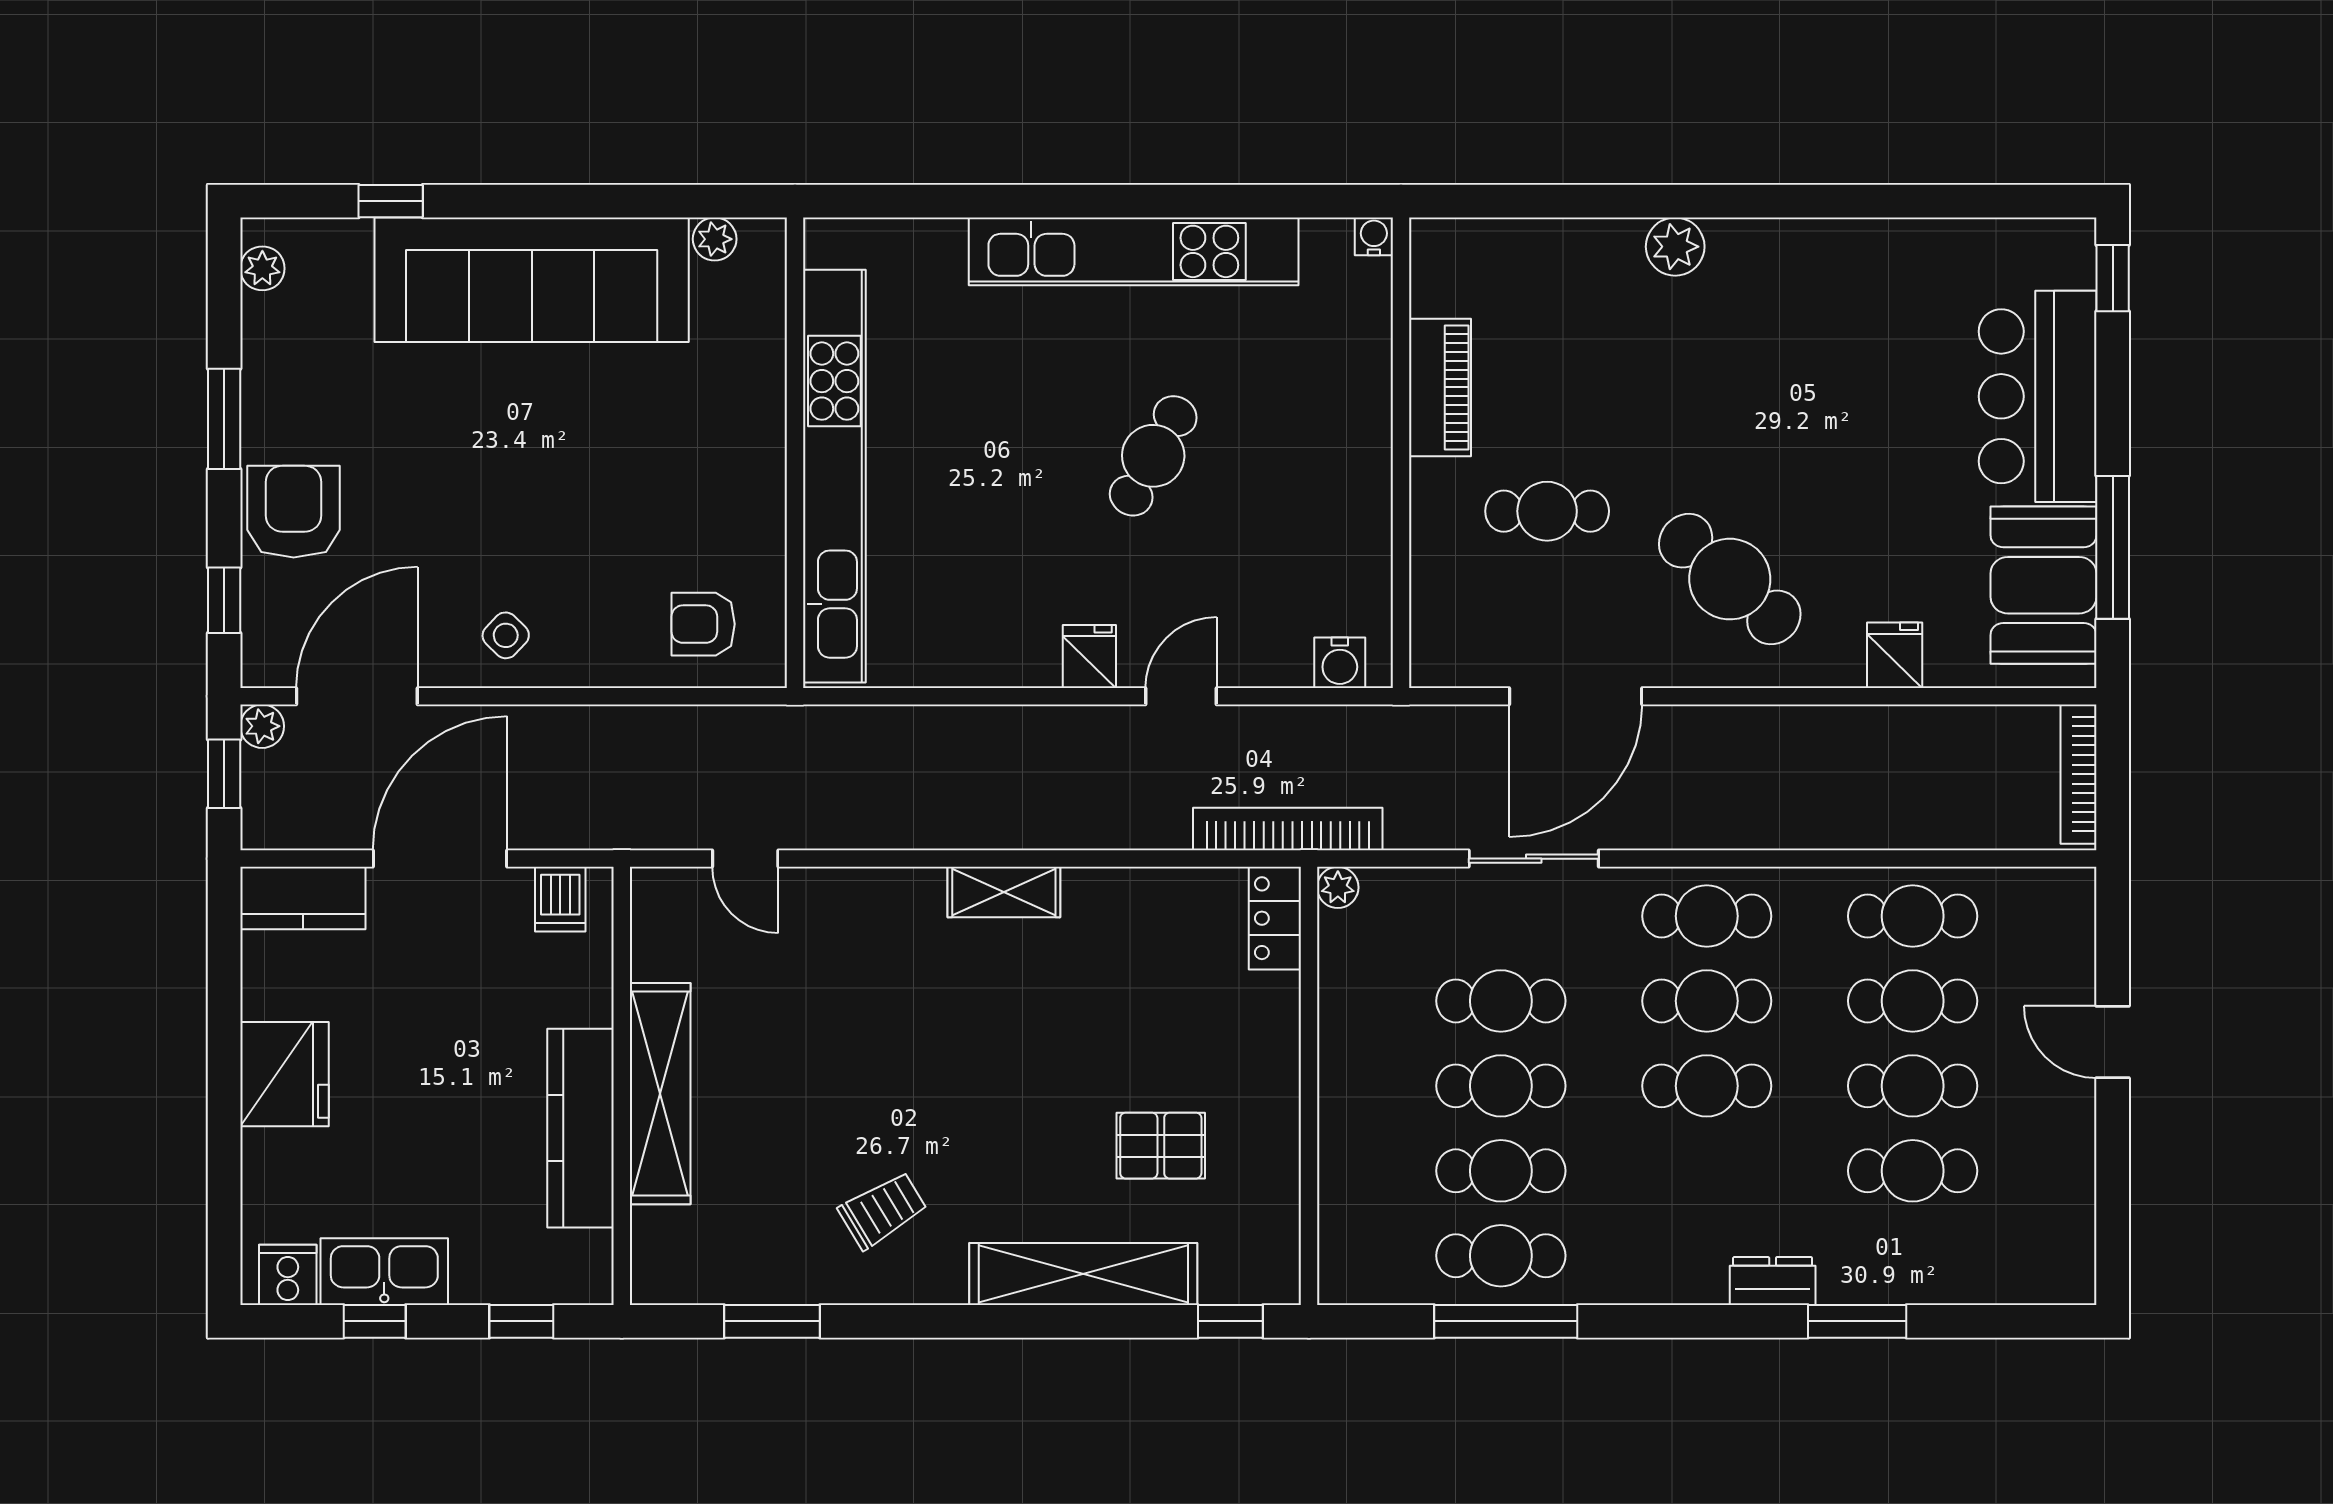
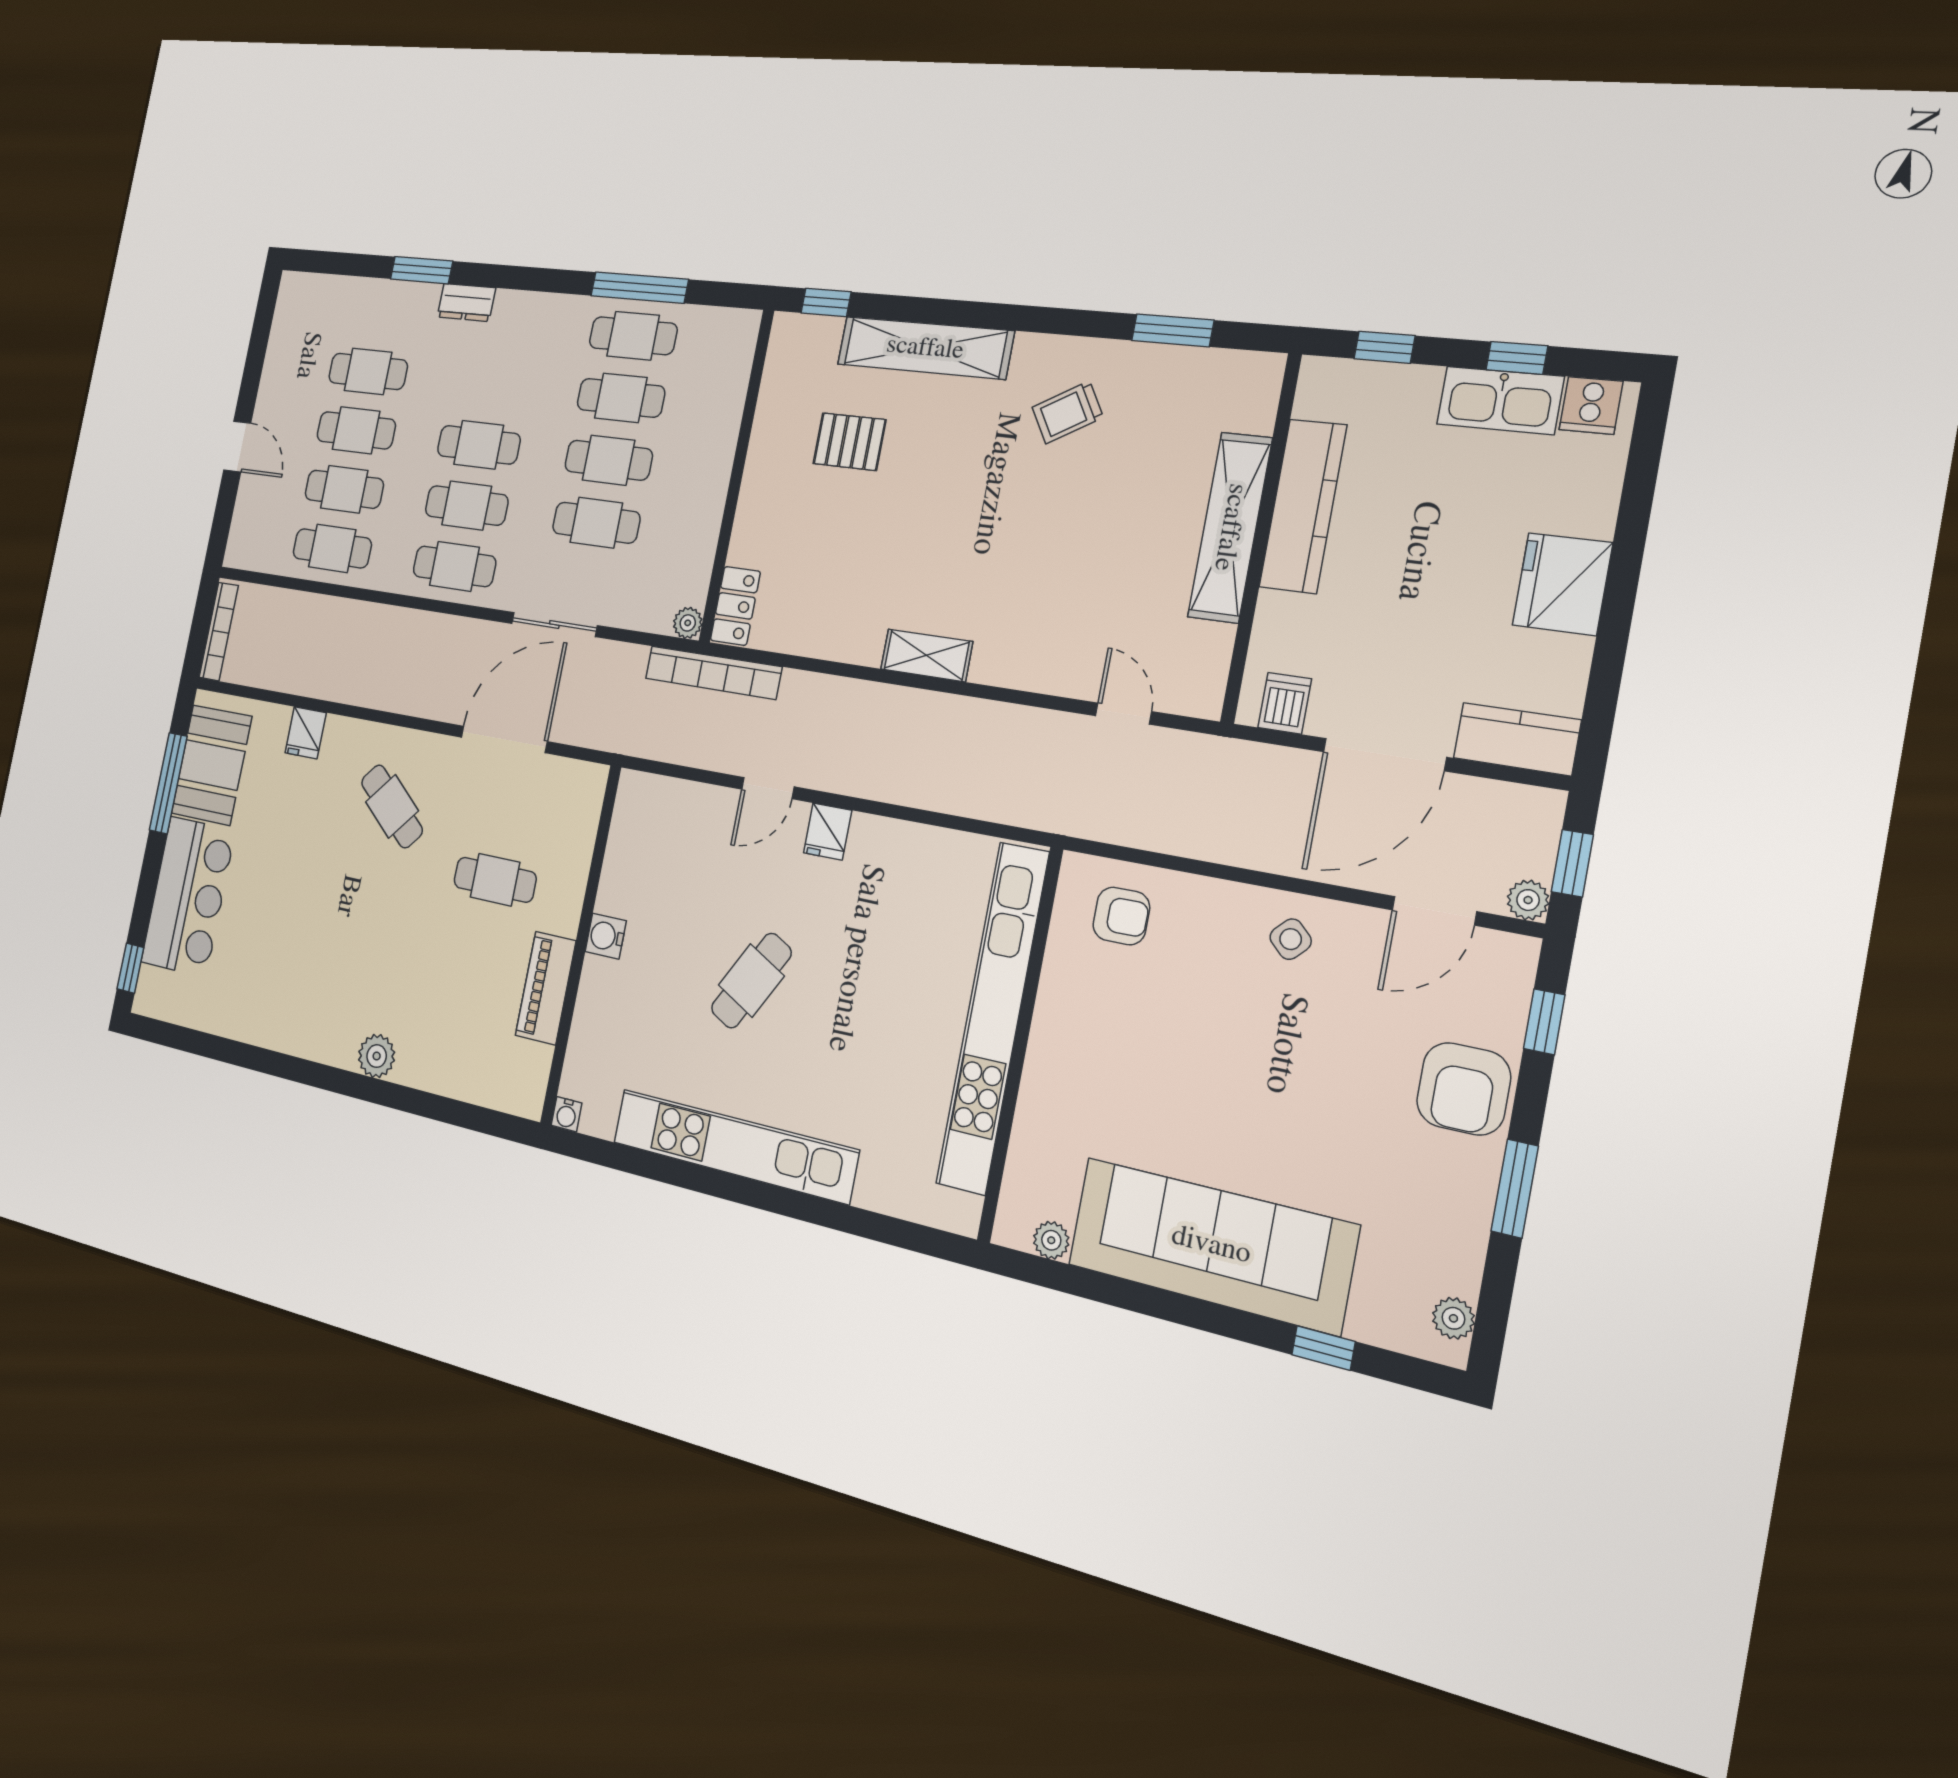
cafe table: (1730, 579) -> (392, 806), width x0.73, depth x0.74
water cooler: (1340, 663) -> (606, 936), moved, turned -90
door: (357, 696) -> (1434, 911), width x0.73

